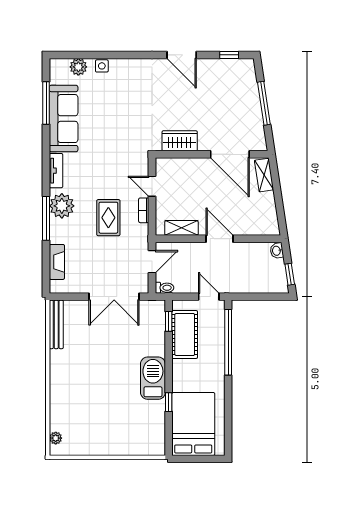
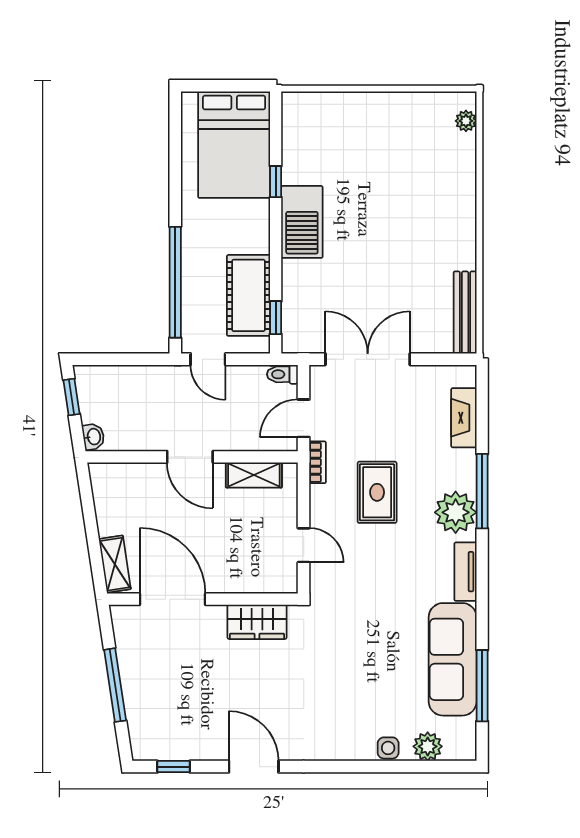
bookcase: (144, 210) -> (318, 462), moved

